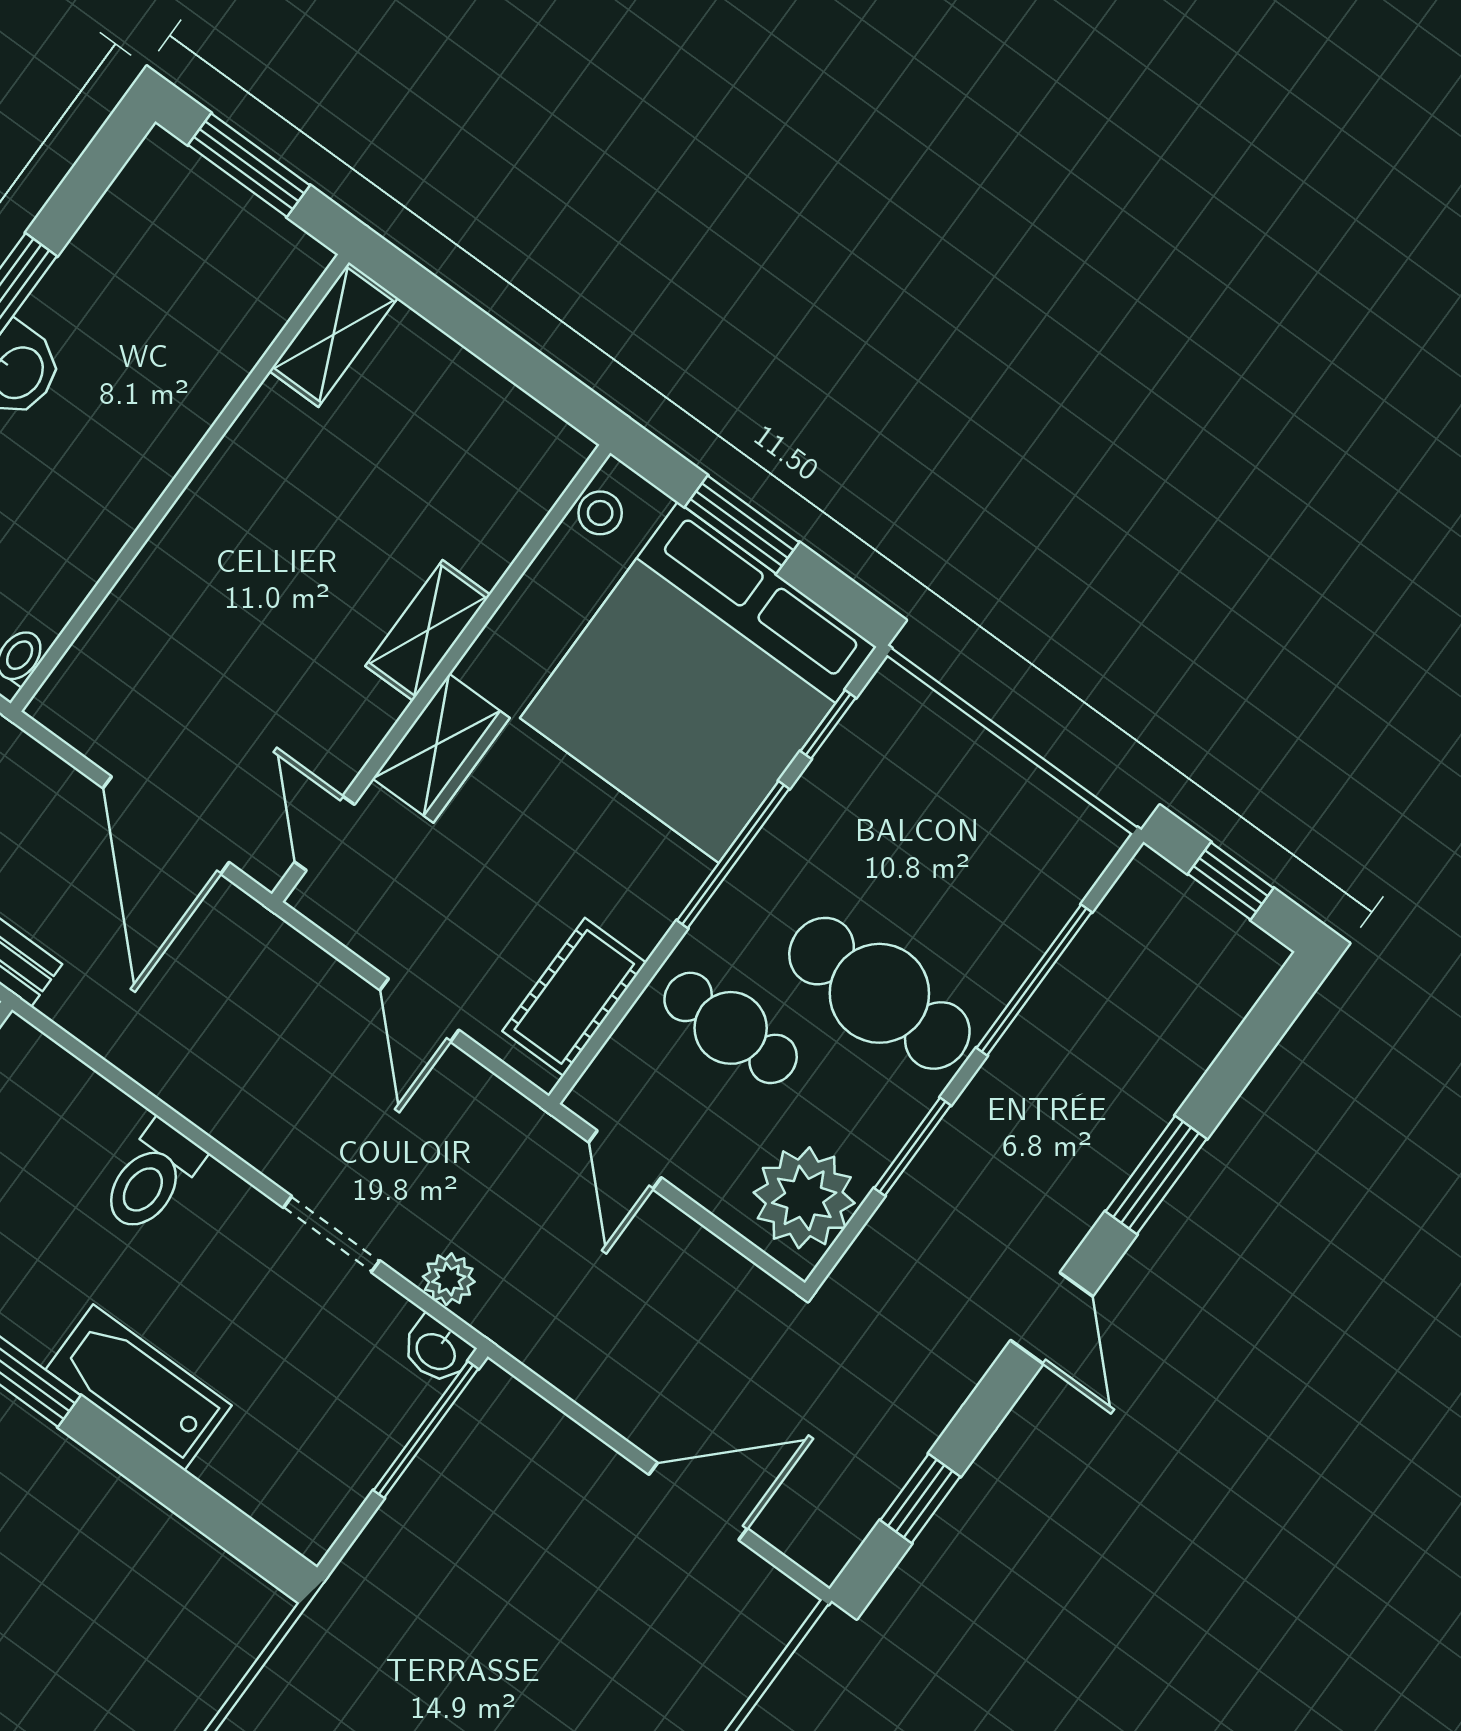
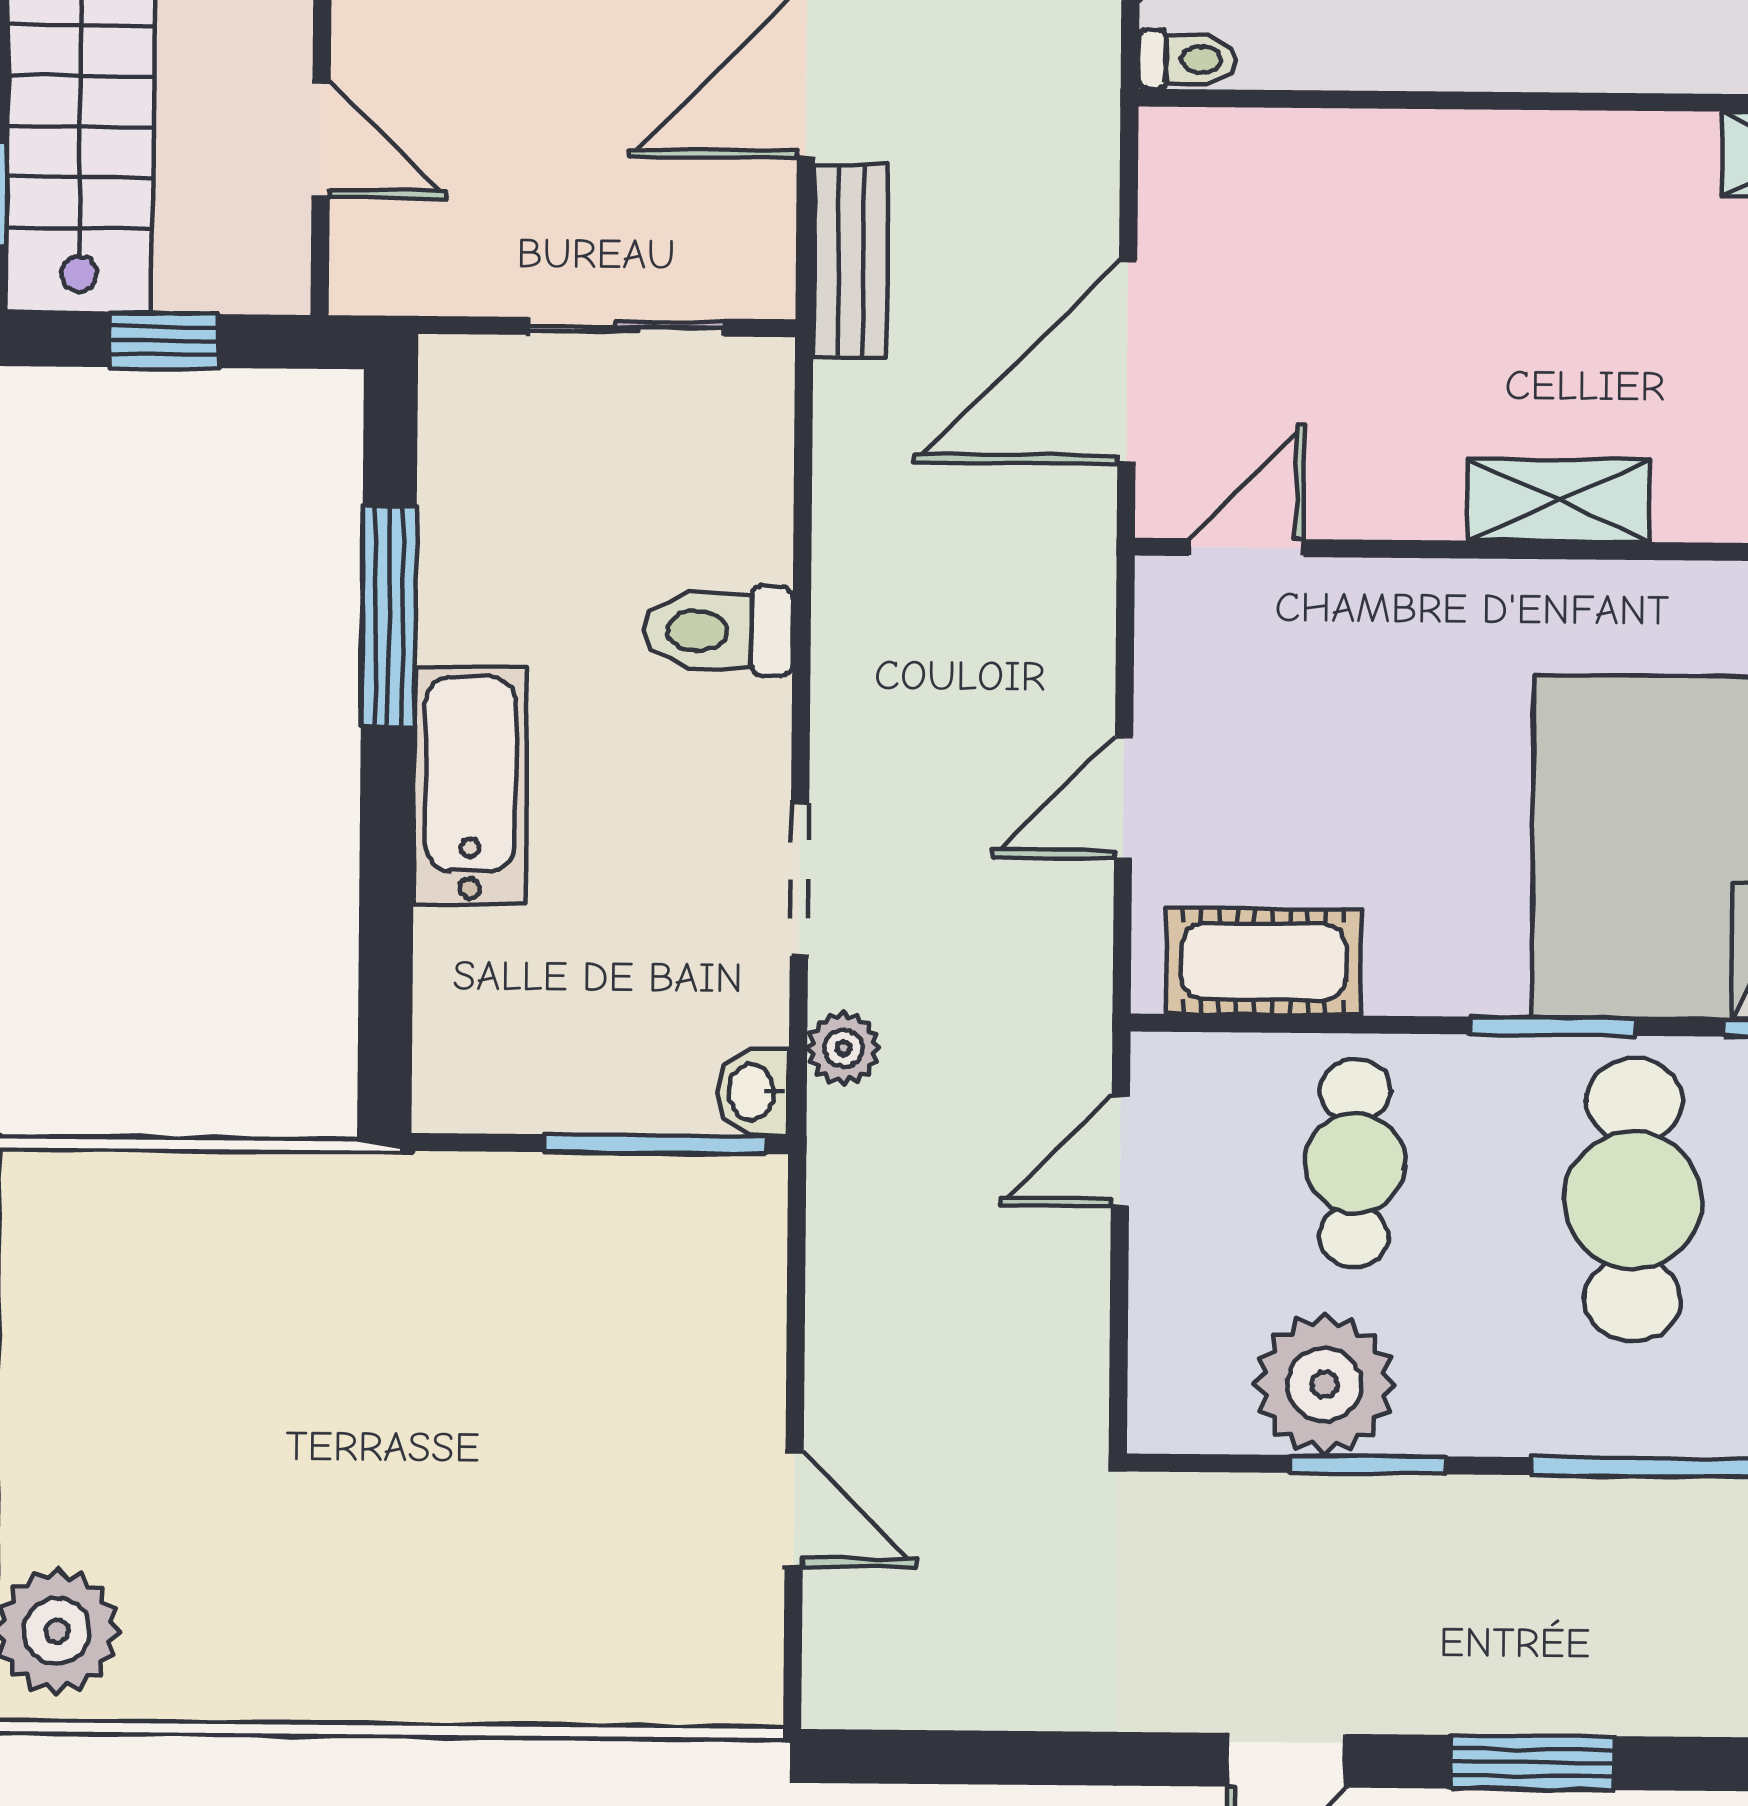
wardrobe: (441, 748) -> (1437, 611), removed
window: (733, 855) -> (1552, 1026), width x0.69
cafe table: (879, 993) -> (1633, 1200), moved
plant: (804, 1198) -> (1324, 1385), moved
window: (920, 1498) -> (977, 1758), removed
door: (698, 1501) -> (794, 1509), width x0.73

